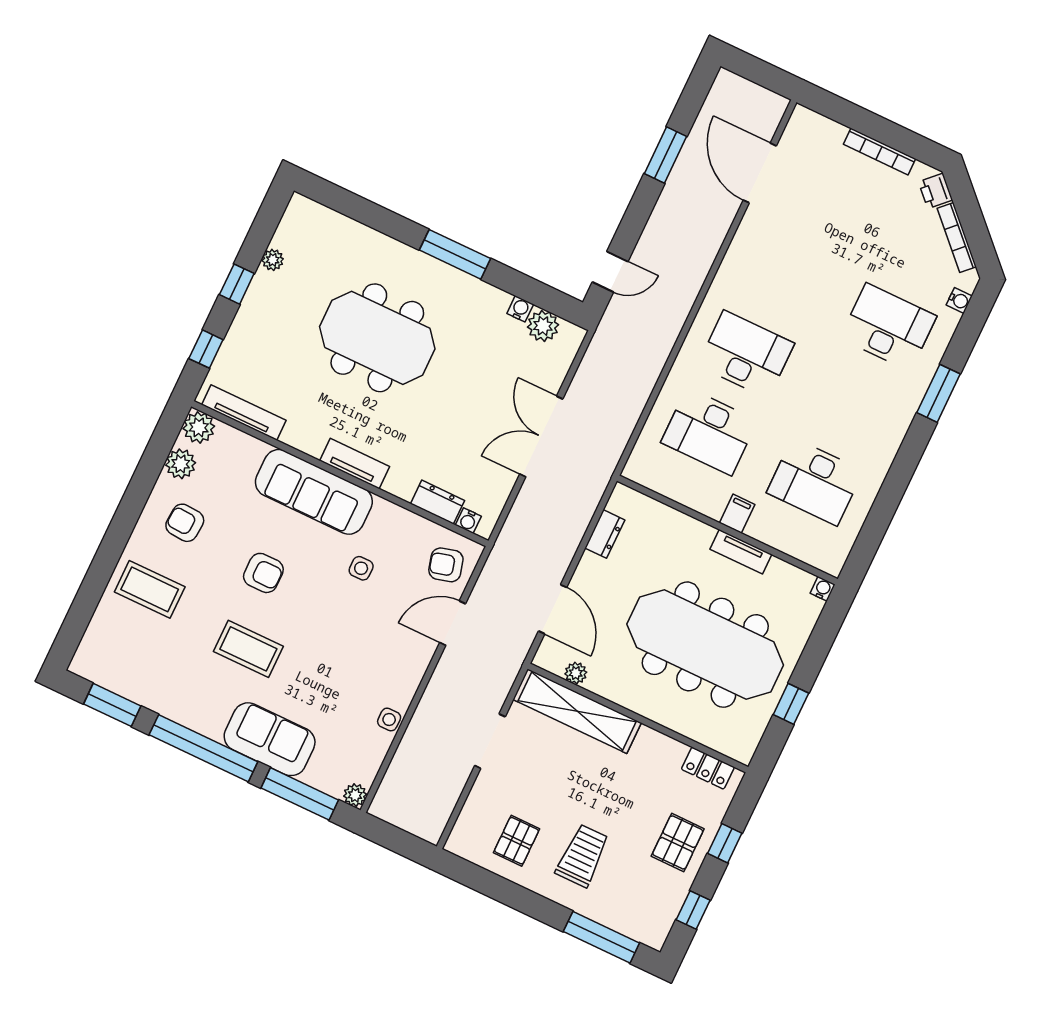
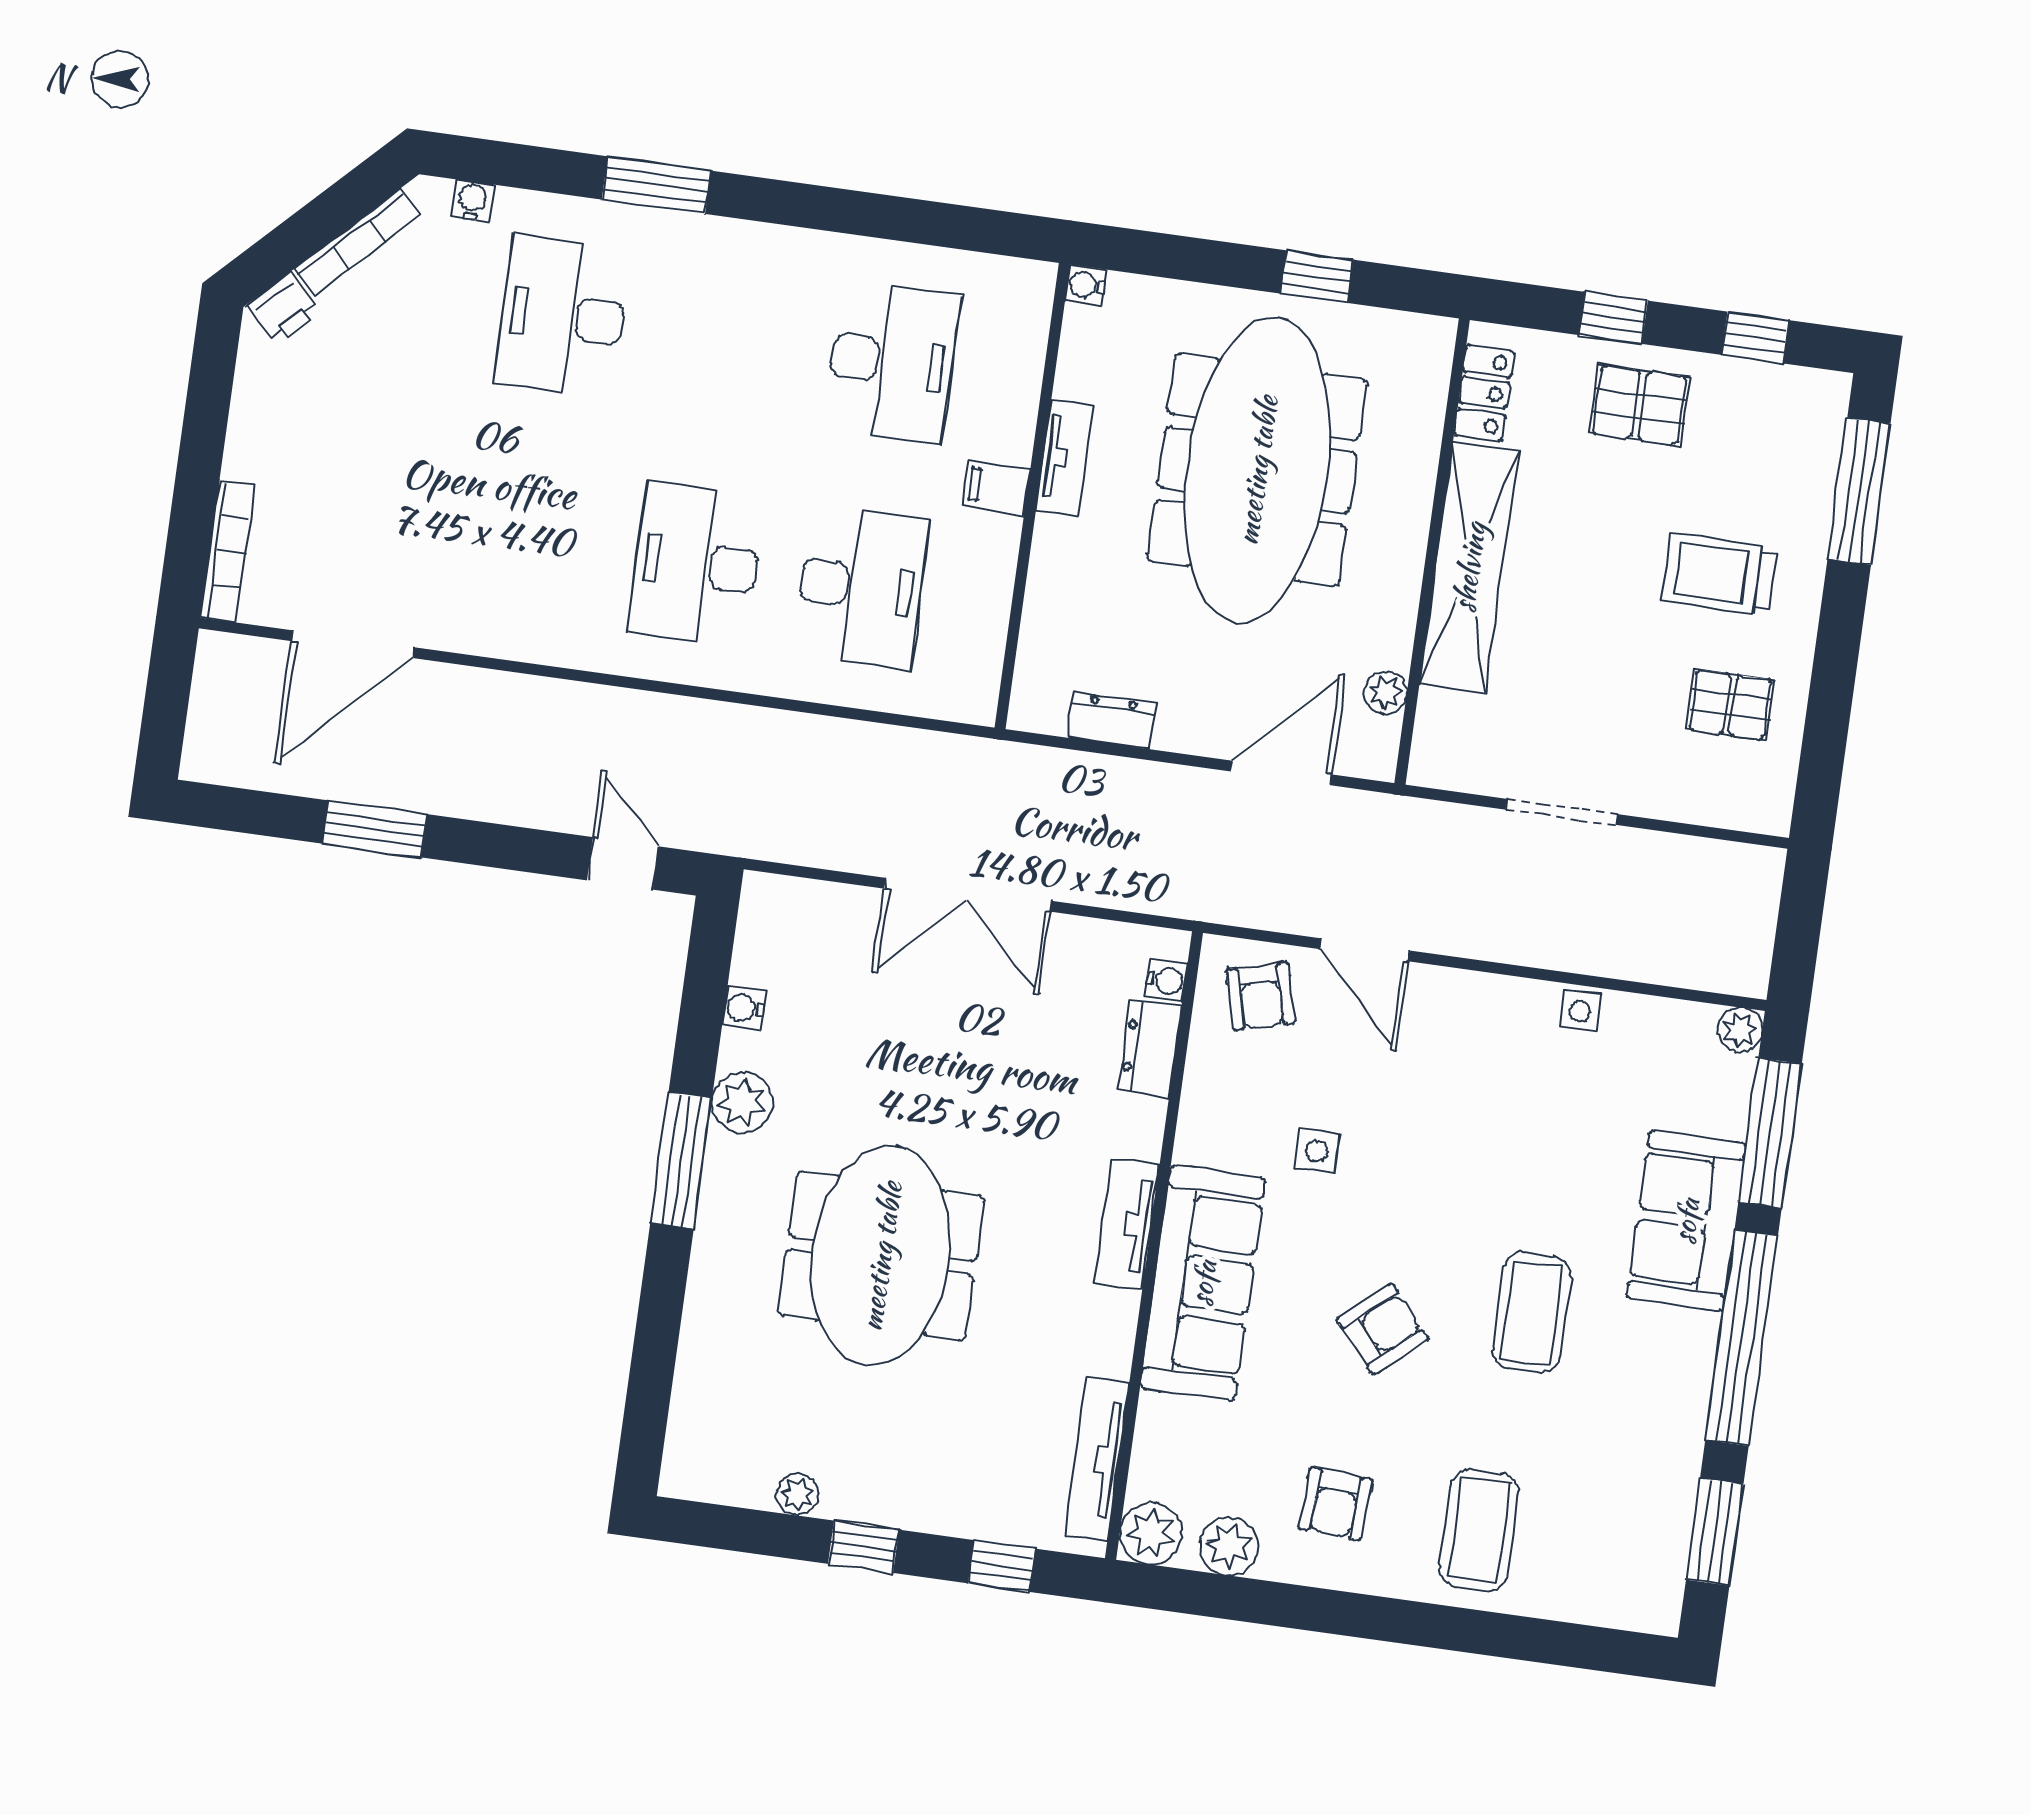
bookcase: (880, 152) -> (227, 551), moved
plant: (543, 326) -> (742, 1102), moved
armchair: (263, 573) -> (1382, 1329), turned 49
shelving: (577, 711) -> (1469, 567), moved

